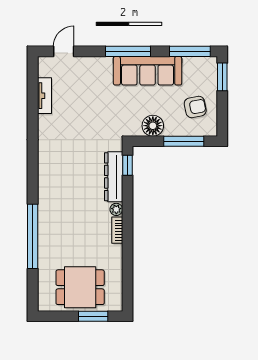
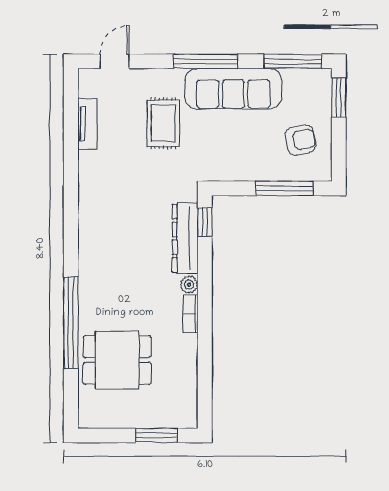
rug: (98, 95) -> (163, 123), added
floor lamp: (153, 126) -> (241, 166), removed
dining table: (80, 287) -> (117, 360), moved

